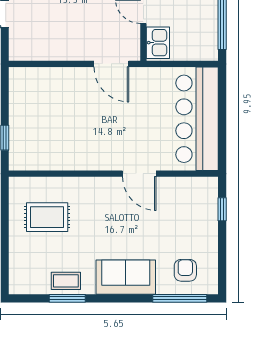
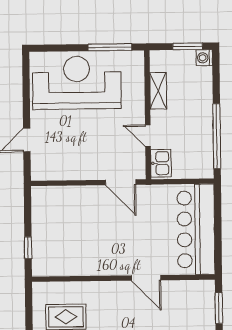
window: (222, 209) -> (219, 308), width x1.50

